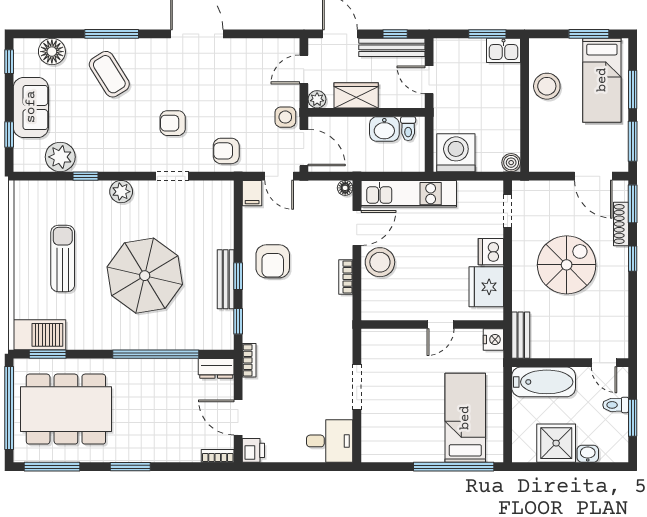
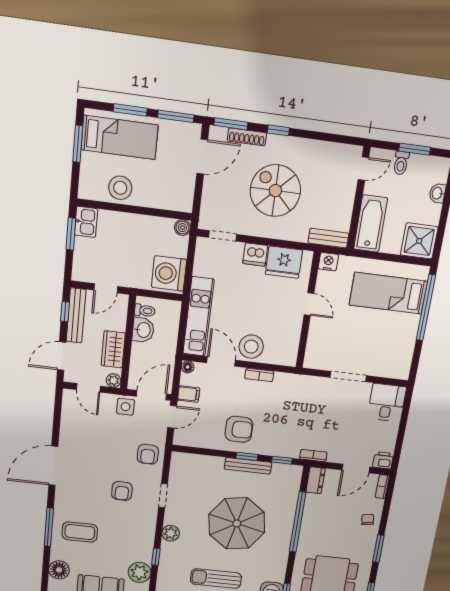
coffee table: (109, 74) -> (80, 532), turned 32
filing cabinet: (252, 193) -> (189, 394), moved
shower: (556, 443) -> (419, 241), moved
chair: (170, 445) -> (368, 519), added

